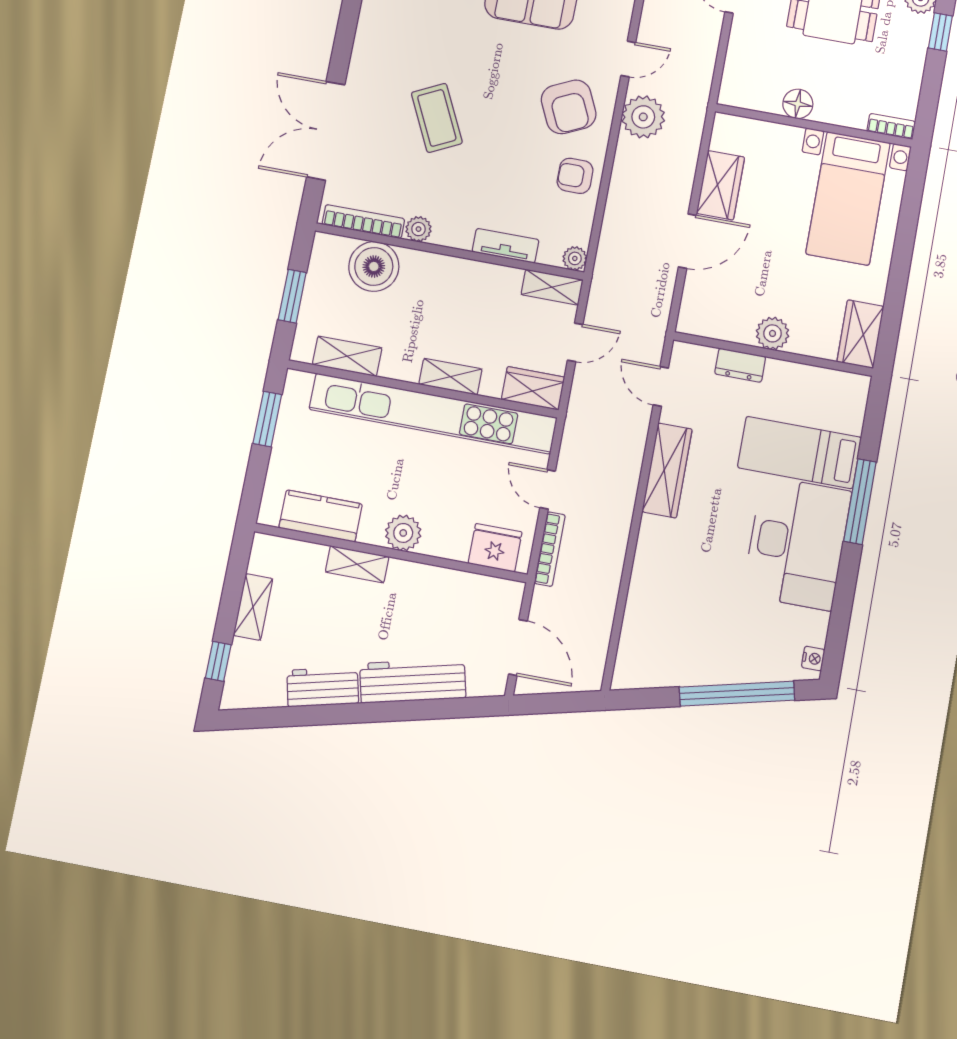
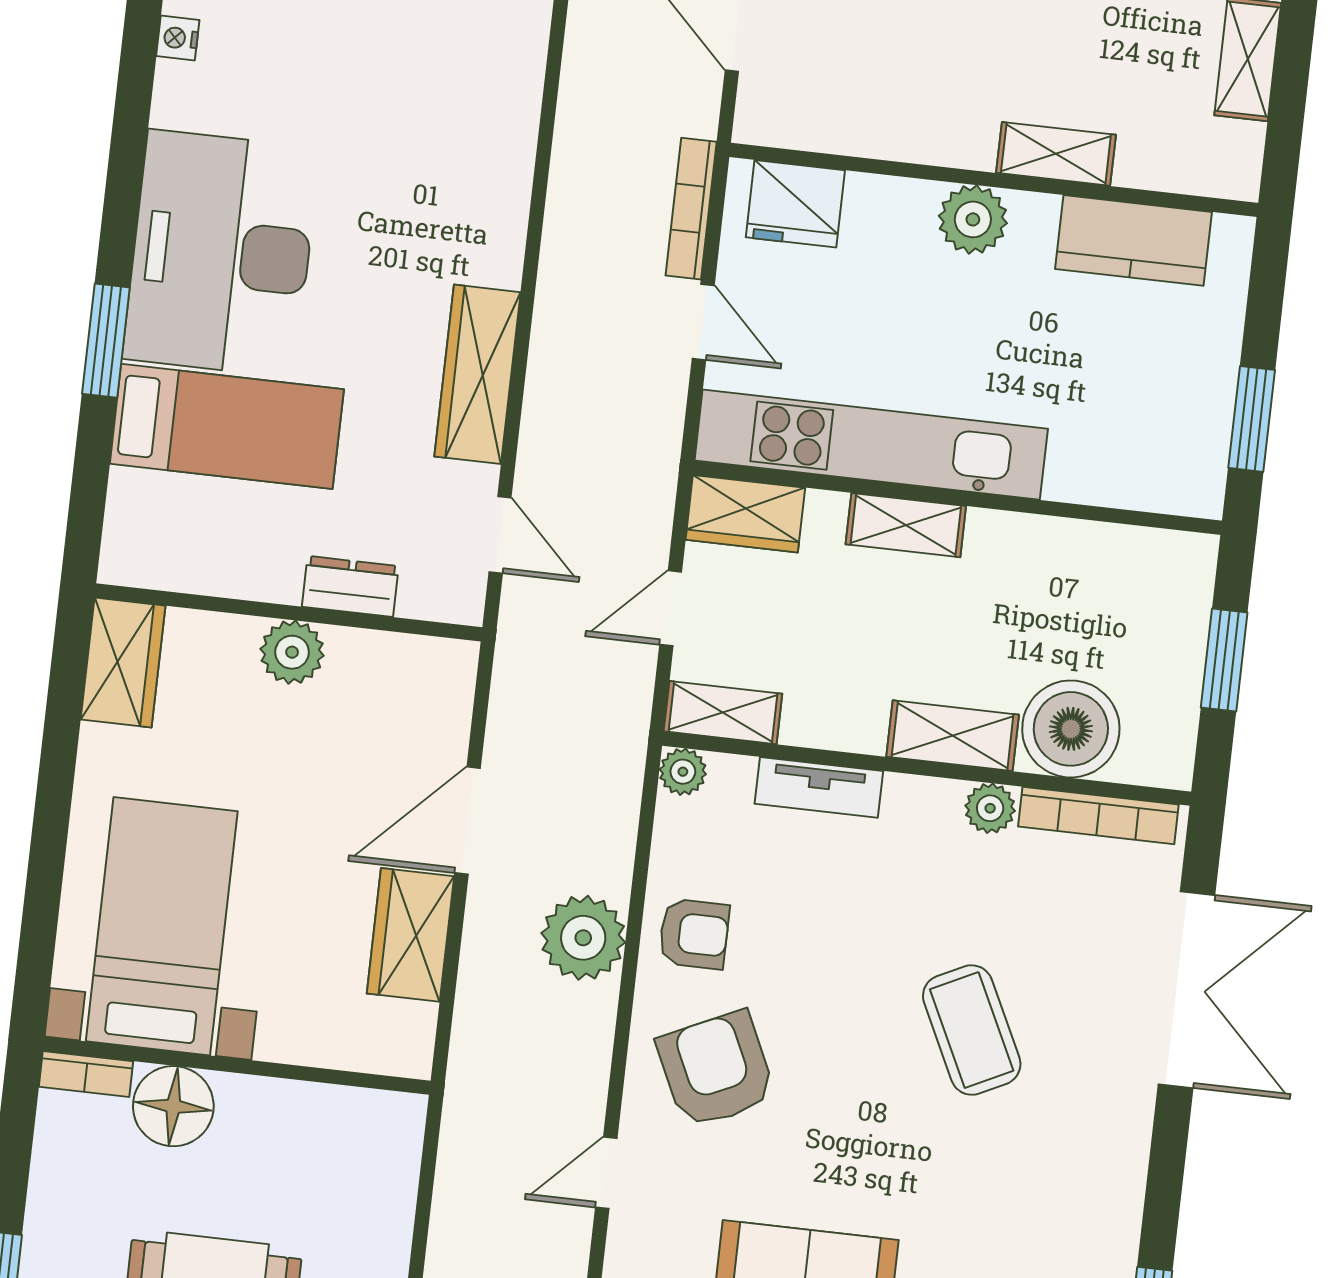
floor lamp: (798, 104) -> (173, 1106), moved, width x1.38, depth x1.38
plant: (643, 117) -> (583, 938), moved
shelving: (347, 356) -> (953, 736), moved
kitchen unit: (433, 414) -> (871, 445), width x0.73
window: (860, 502) -> (106, 341), width x0.69

